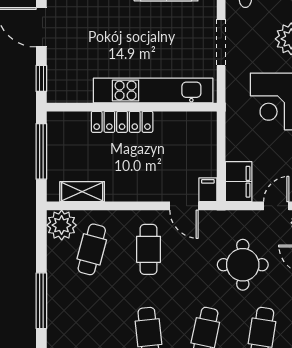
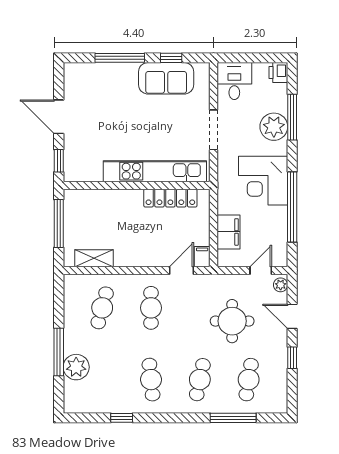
locker: (122, 122) -> (170, 198), moved
filing cabinet: (239, 182) -> (228, 232), moved
door: (184, 206) -> (182, 270), swing flipped
plant: (62, 225) -> (76, 367), moved

